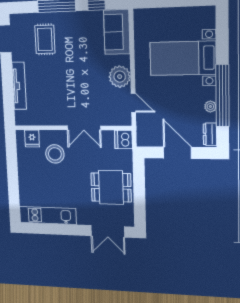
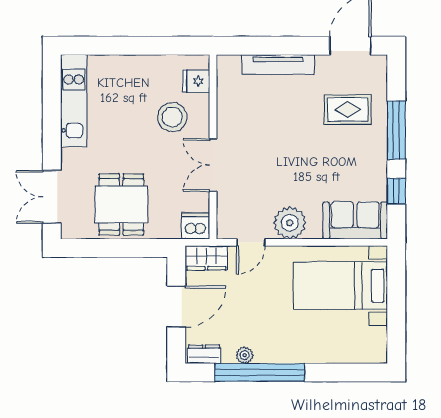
bed with nightstands: (183, 58) -> (340, 286), moved, turned -90
wardrobe: (144, 132) -> (206, 258), added

